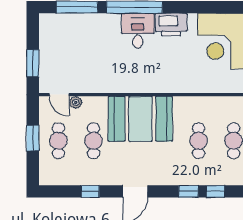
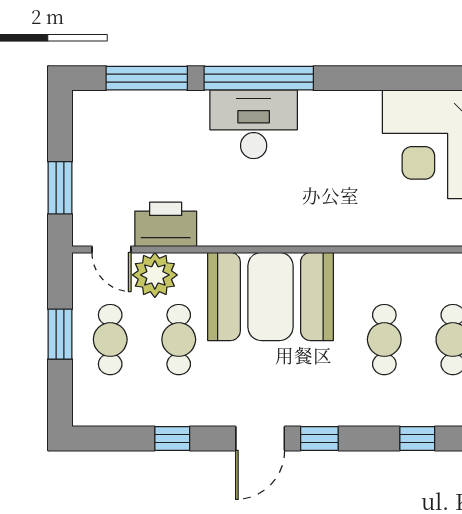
printer: (171, 25) -> (166, 224), moved, turned 180
desk: (138, 31) -> (254, 124), width x1.37
plant: (76, 102) -> (155, 275), width x1.88, depth x1.88
window: (189, 191) -> (319, 438), moved

